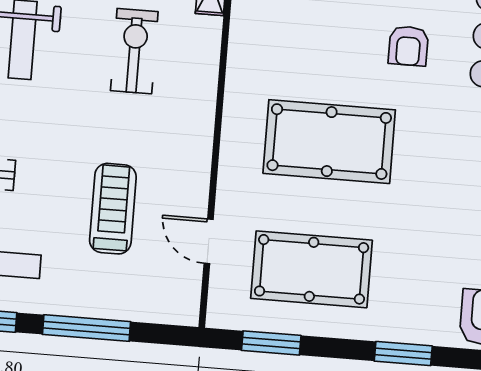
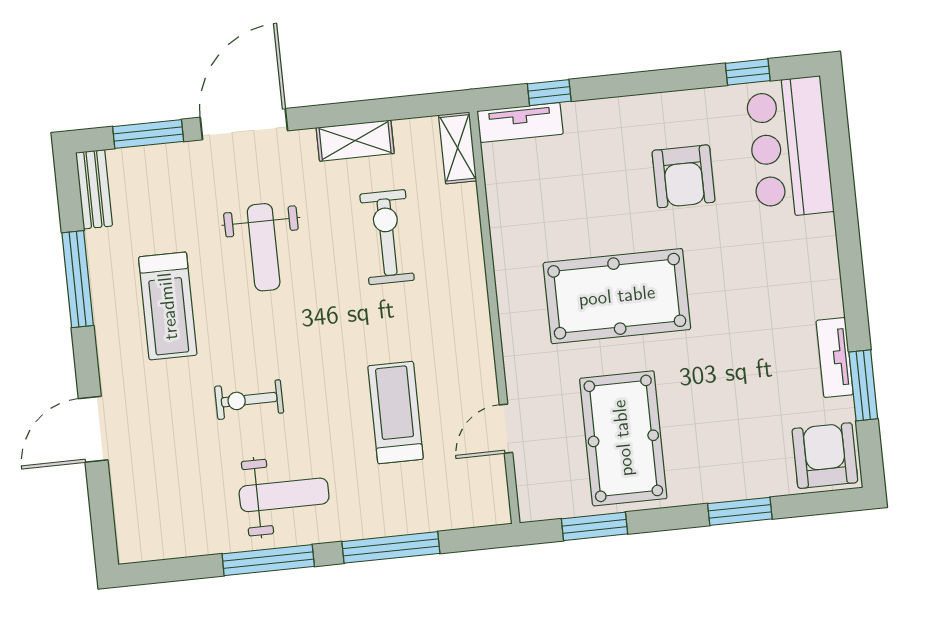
armchair: (408, 46) -> (683, 176), width x1.38, depth x1.38
door: (209, 241) -> (506, 429), hinge flipped
pool table: (312, 269) -> (623, 438), turned 90

